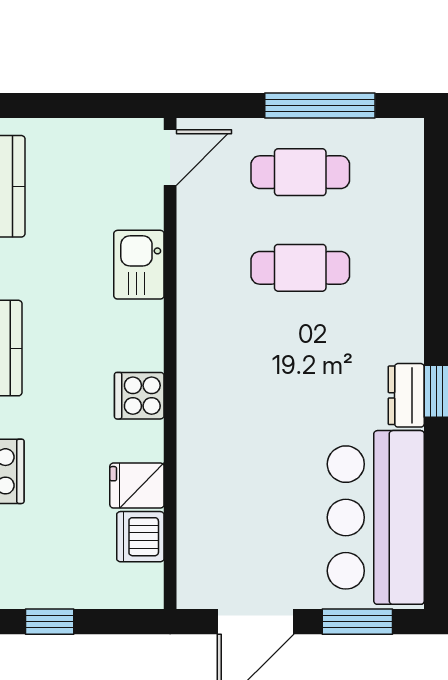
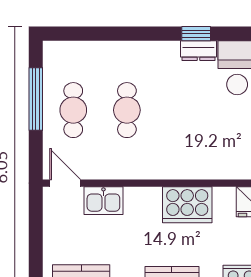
kitchen sink: (139, 265) -> (103, 201), moved
cooker: (139, 396) -> (187, 205), width x1.87, depth x1.31

